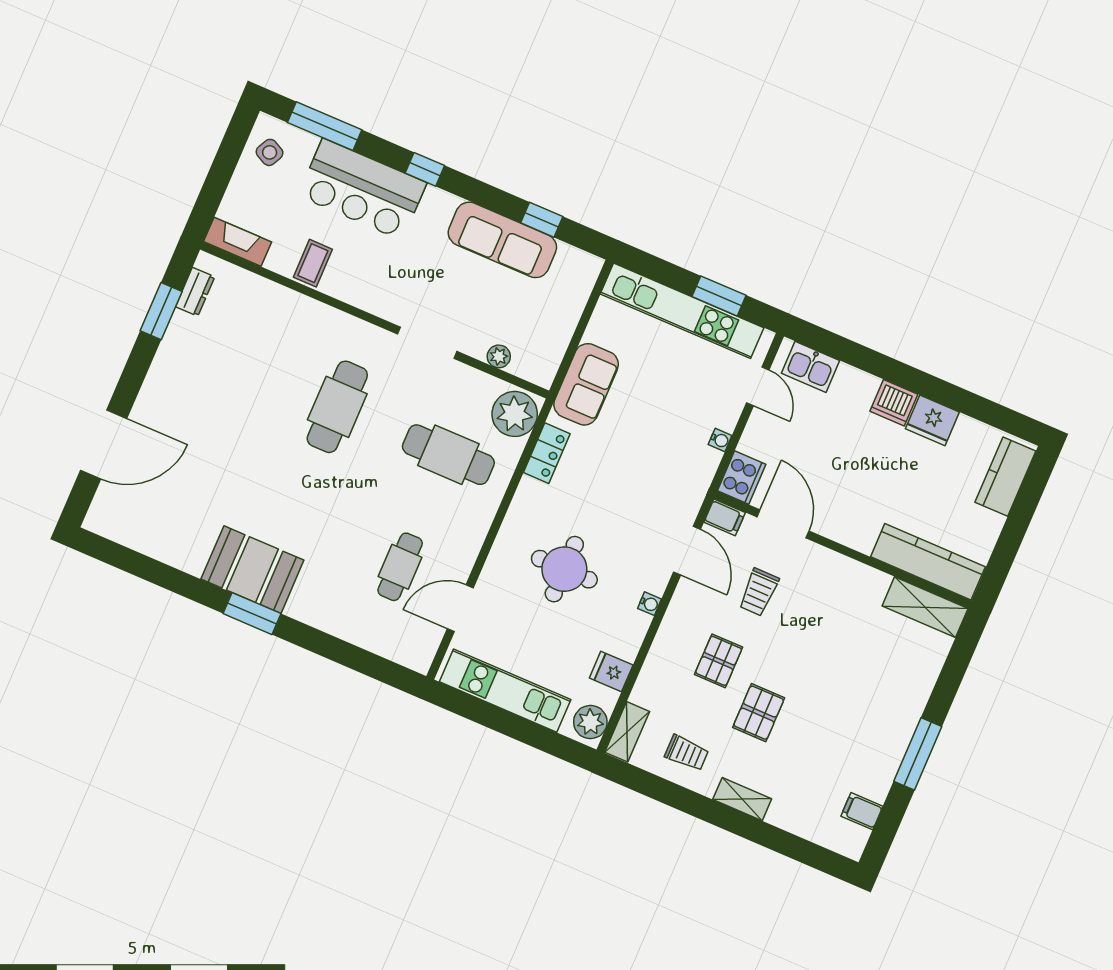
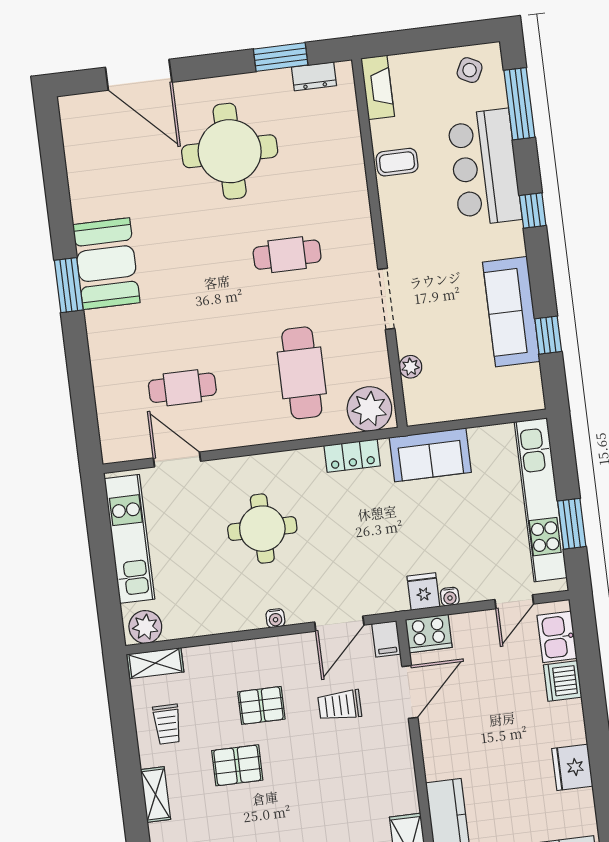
dishwasher: (894, 403) -> (563, 681), moved
round table: (217, 404) -> (230, 151), added
cafe table: (337, 407) -> (287, 255), width x0.73, depth x0.74
fridge: (611, 672) -> (423, 591), moved

